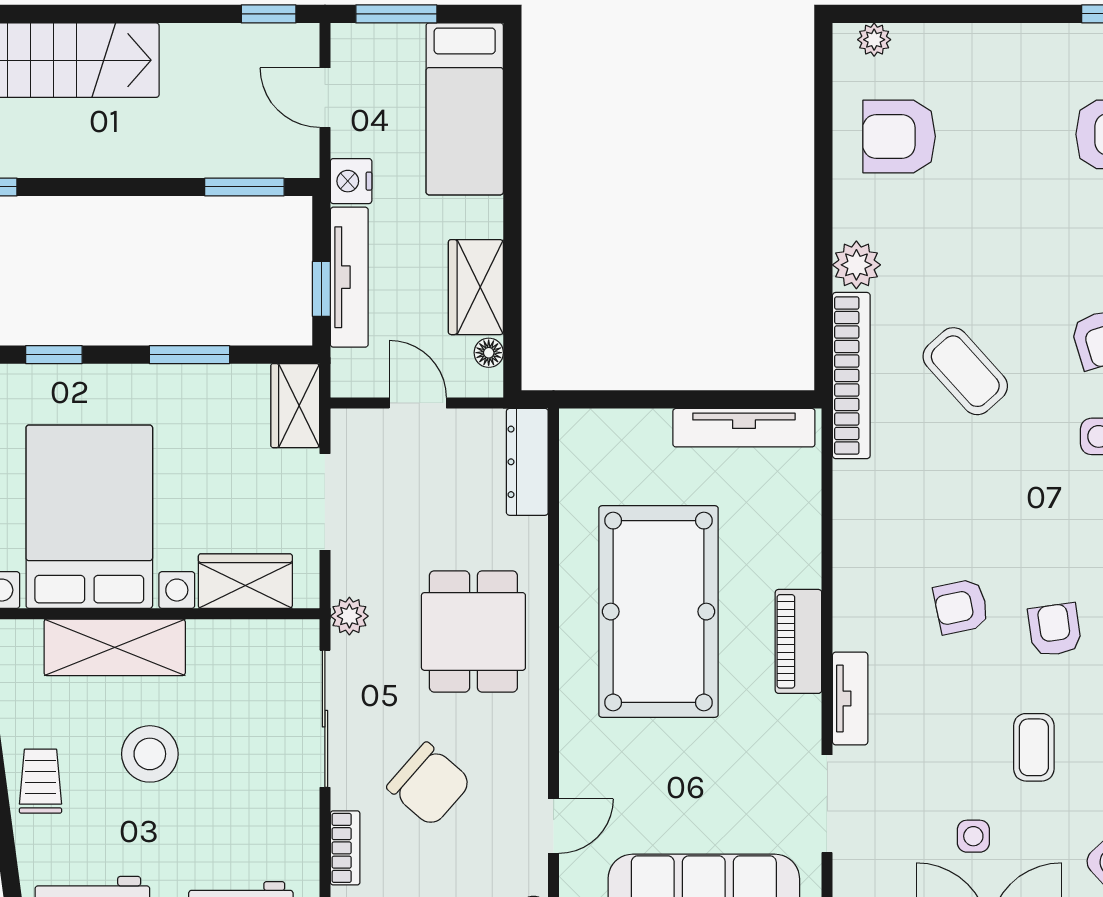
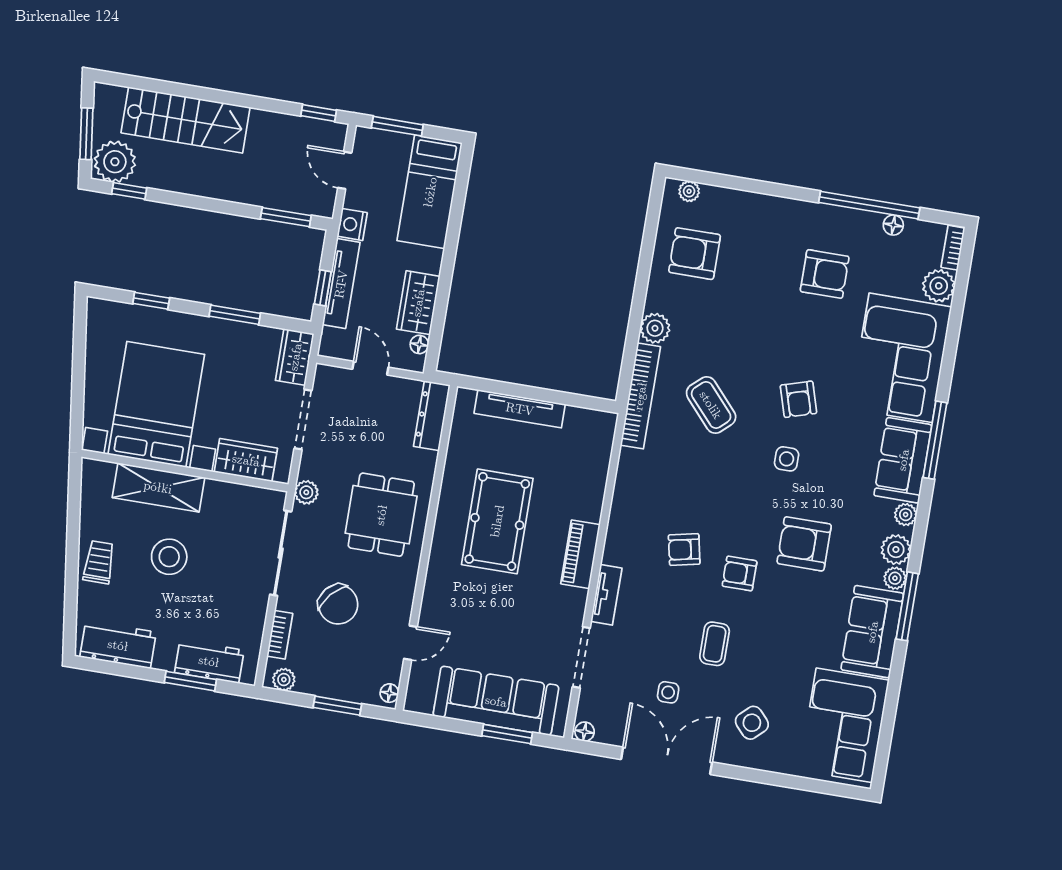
tv unit: (744, 428) -> (520, 409), moved
pool table: (659, 612) -> (497, 521), width x0.73, depth x0.76
armchair: (1055, 630) -> (740, 573), turned -82

